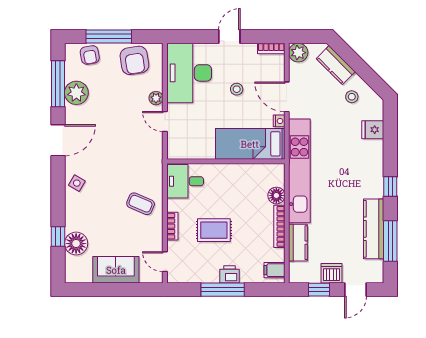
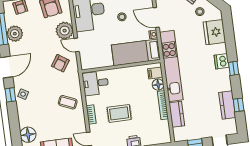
plant: (156, 98) -> (65, 31), width x1.87, depth x1.87
fridge: (373, 130) -> (214, 32), width x1.88, depth x1.34
armchair: (137, 145) -> (60, 63), added
kitchen counter: (374, 229) -> (227, 105), width x0.67
window: (58, 236) -> (10, 95), moved
window: (390, 241) -> (239, 105), width x0.46
filing cabinet: (274, 270) -> (155, 73), moved
dishwasher: (331, 273) -> (222, 61), moved, turned -90

